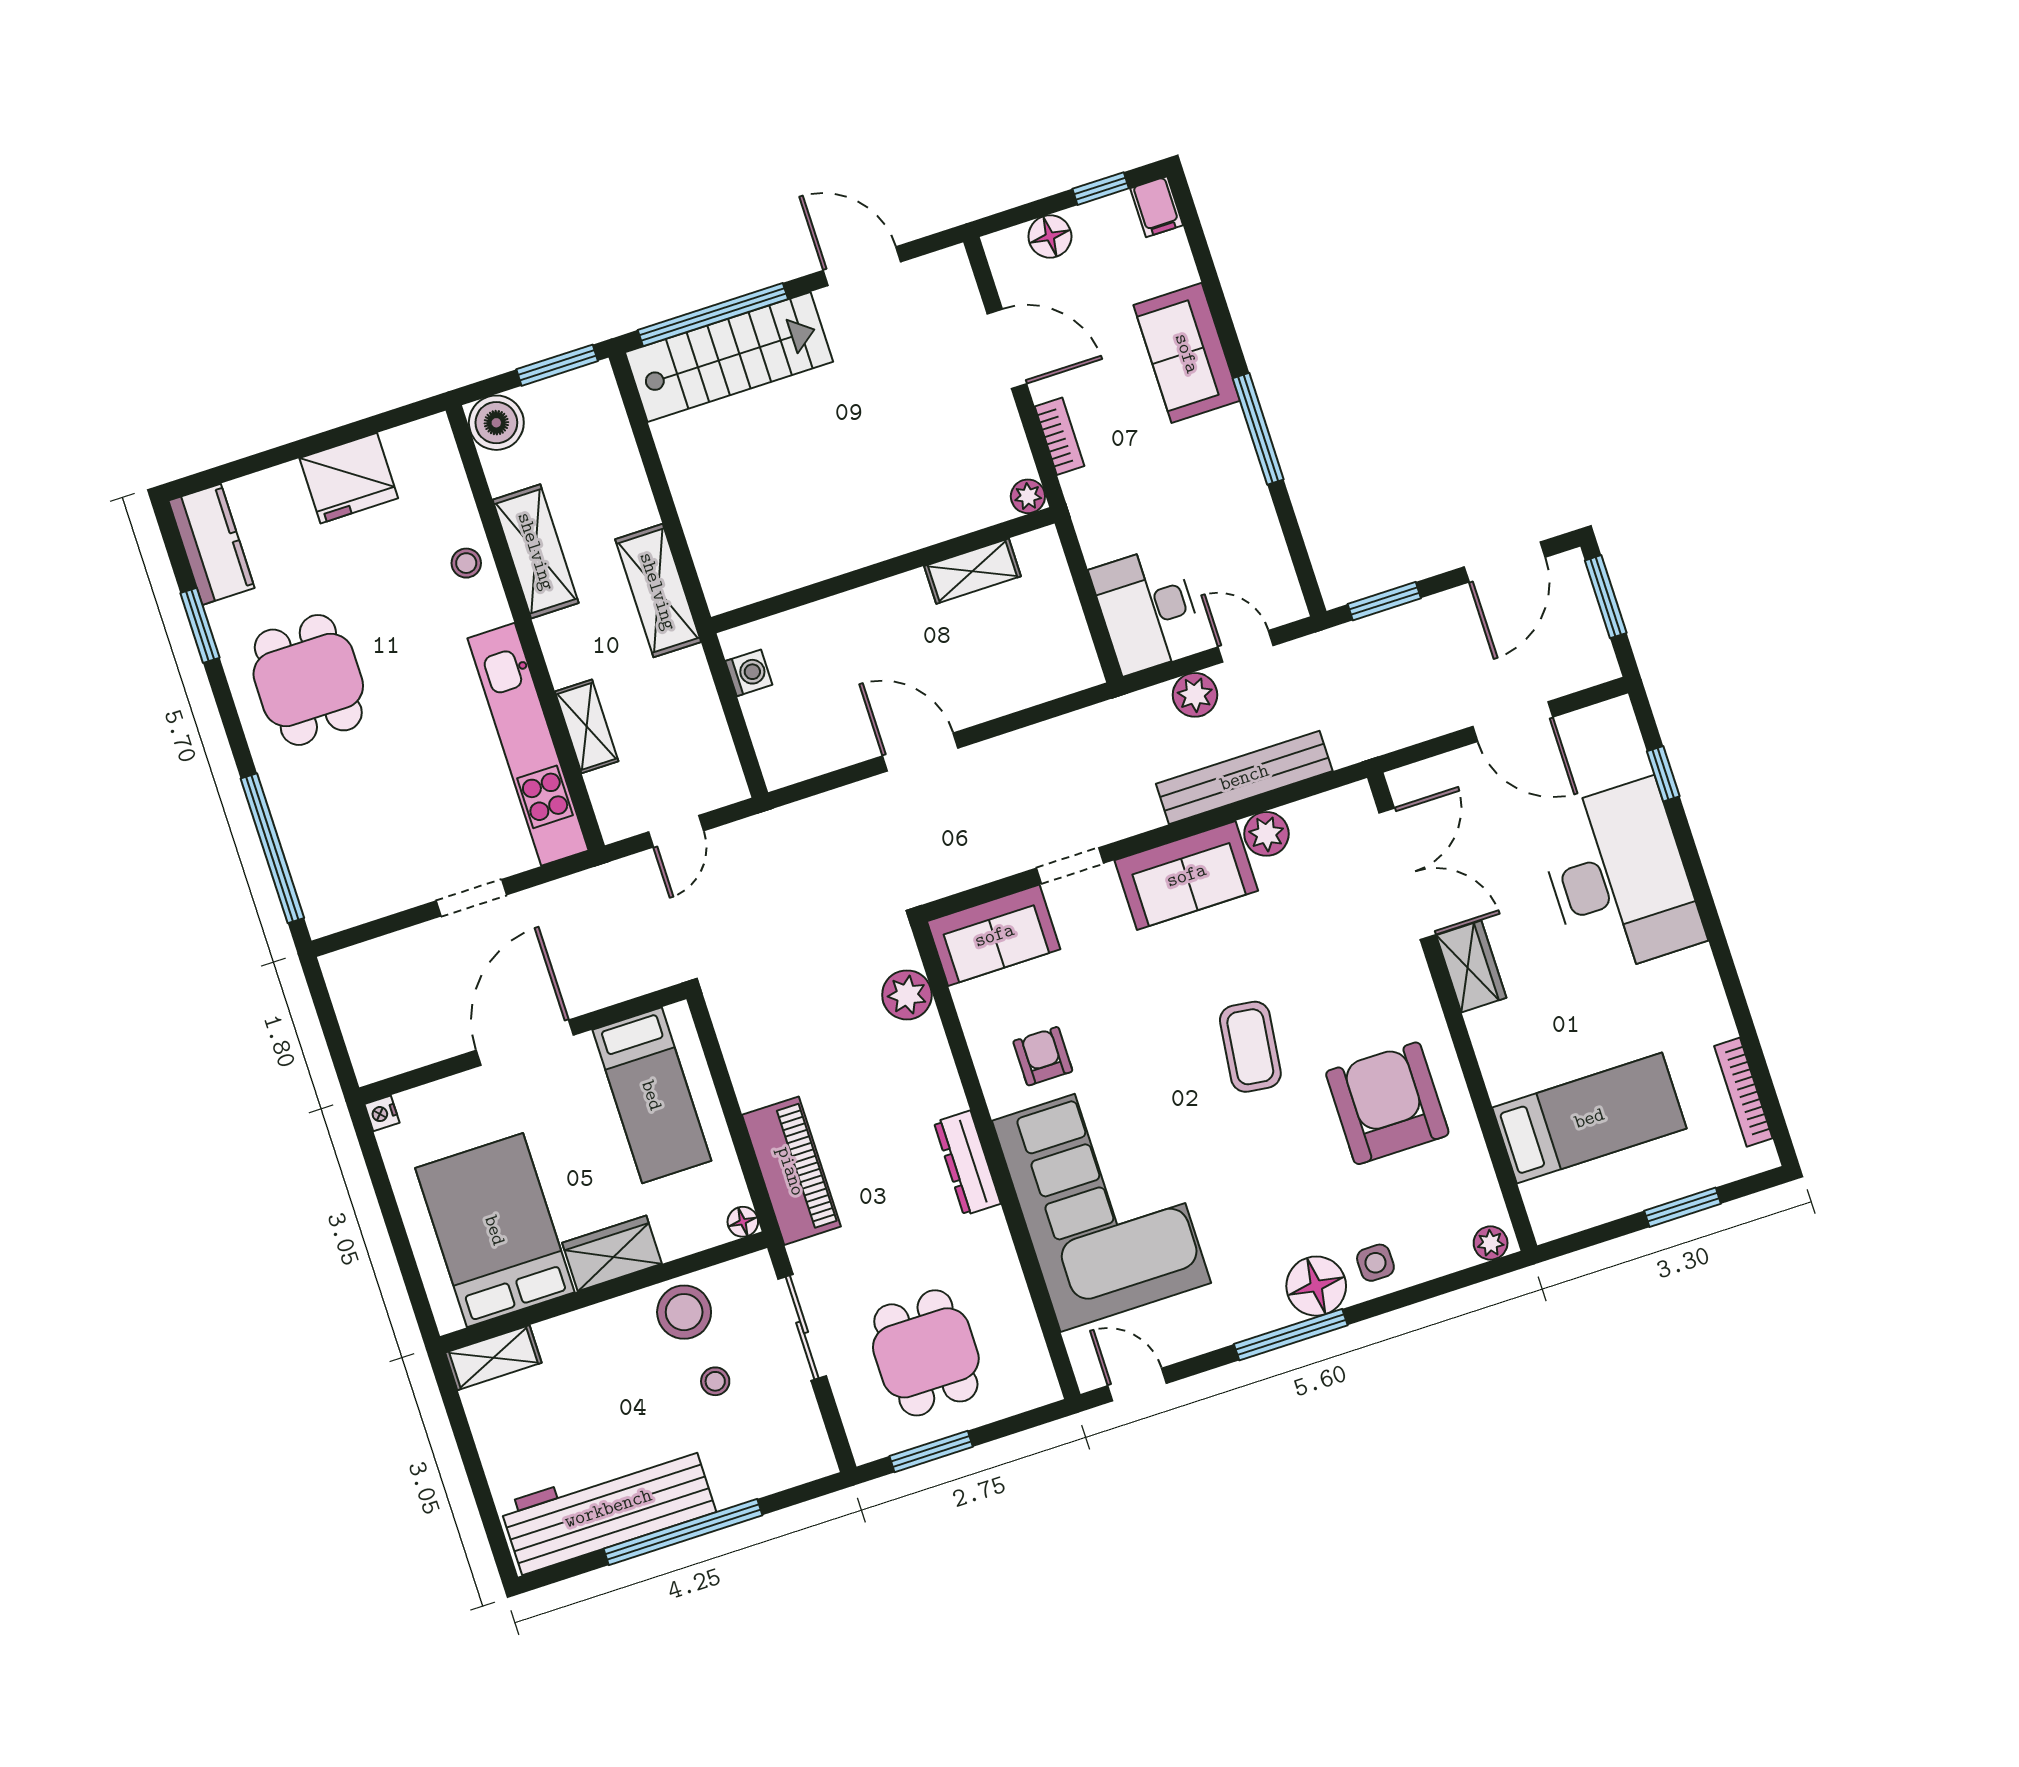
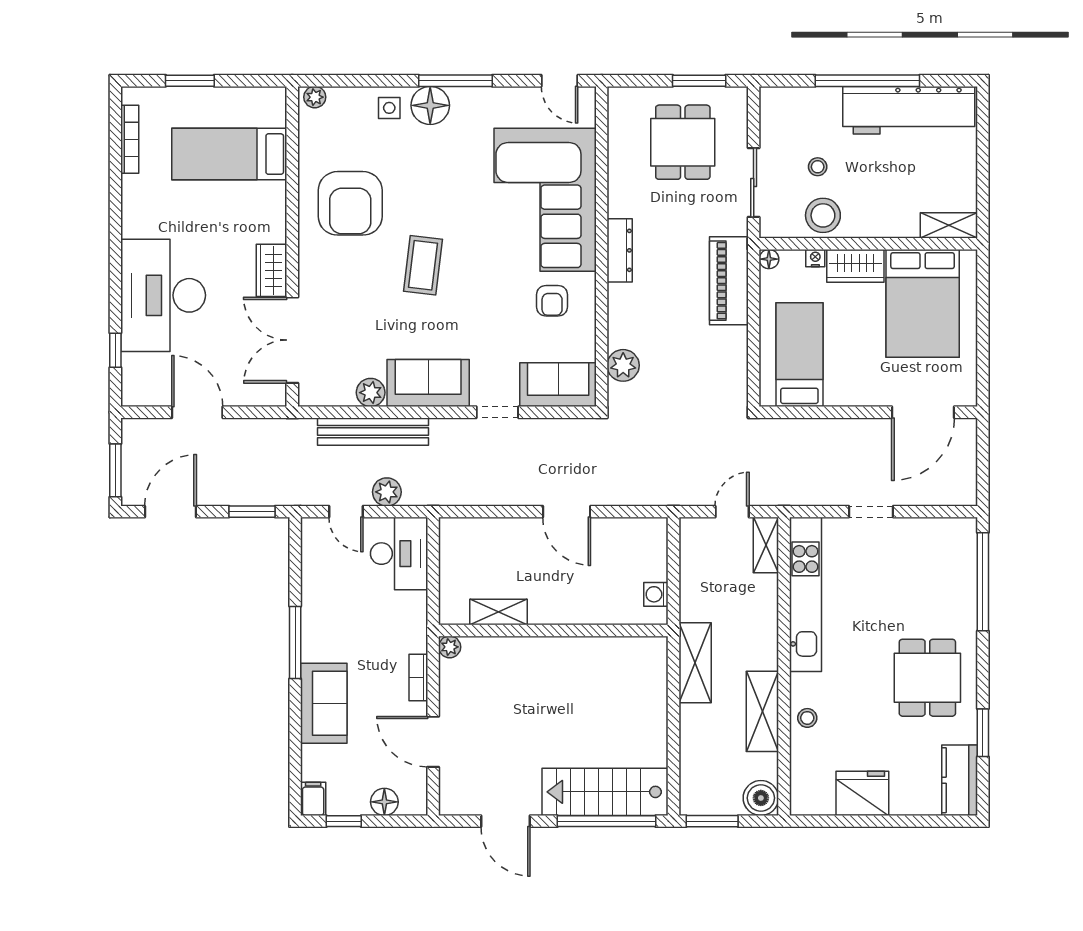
shelving: (587, 726) -> (766, 545), moved
door: (525, 1043) -> (923, 412), moved
nightstand: (382, 1113) -> (815, 258), moved, turned -90

